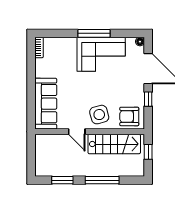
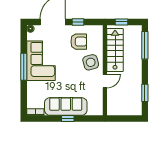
window: (31, 87) -> (68, 119), added
sofa: (46, 104) -> (66, 106), moved
armchair: (129, 116) -> (79, 42), moved, turned -90
window: (102, 180) -> (145, 45), moved

